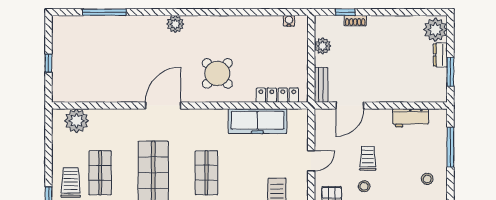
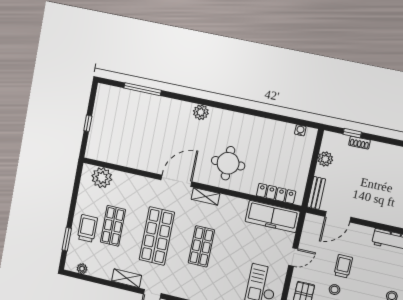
round table: (217, 73) -> (228, 163), turned 45
shelving: (200, 116) -> (205, 196), added
freezer: (257, 121) -> (273, 216), moved

